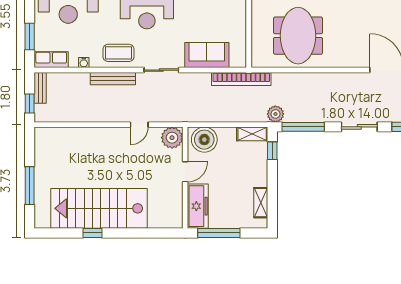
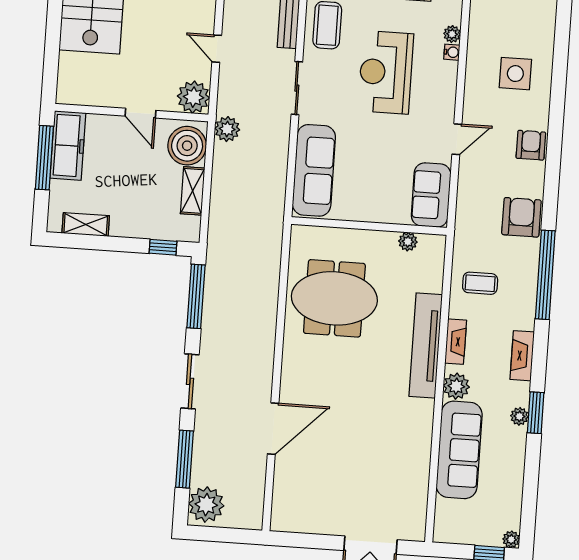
sofa: (207, 55) -> (314, 170), width x1.36
bookcase: (241, 79) -> (275, 208), removed
plant: (275, 114) -> (227, 129), moved
shelving: (252, 134) -> (193, 191), moved
freezer: (198, 206) -> (68, 145), moved, turned -90

